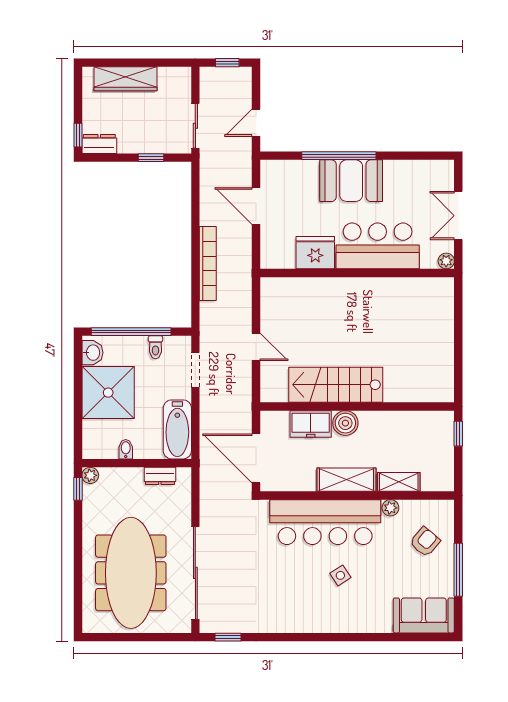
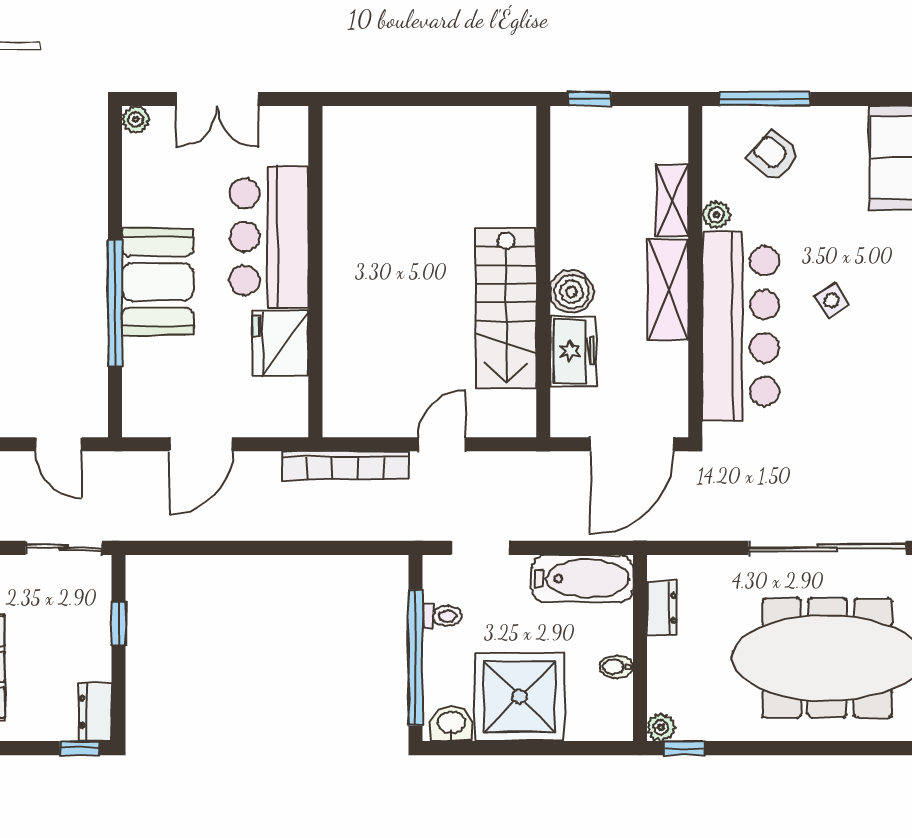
plant: (446, 261) -> (136, 120), moved
bookcase: (208, 263) -> (345, 466), moved, turned 180
window: (458, 570) -> (765, 99), moved

